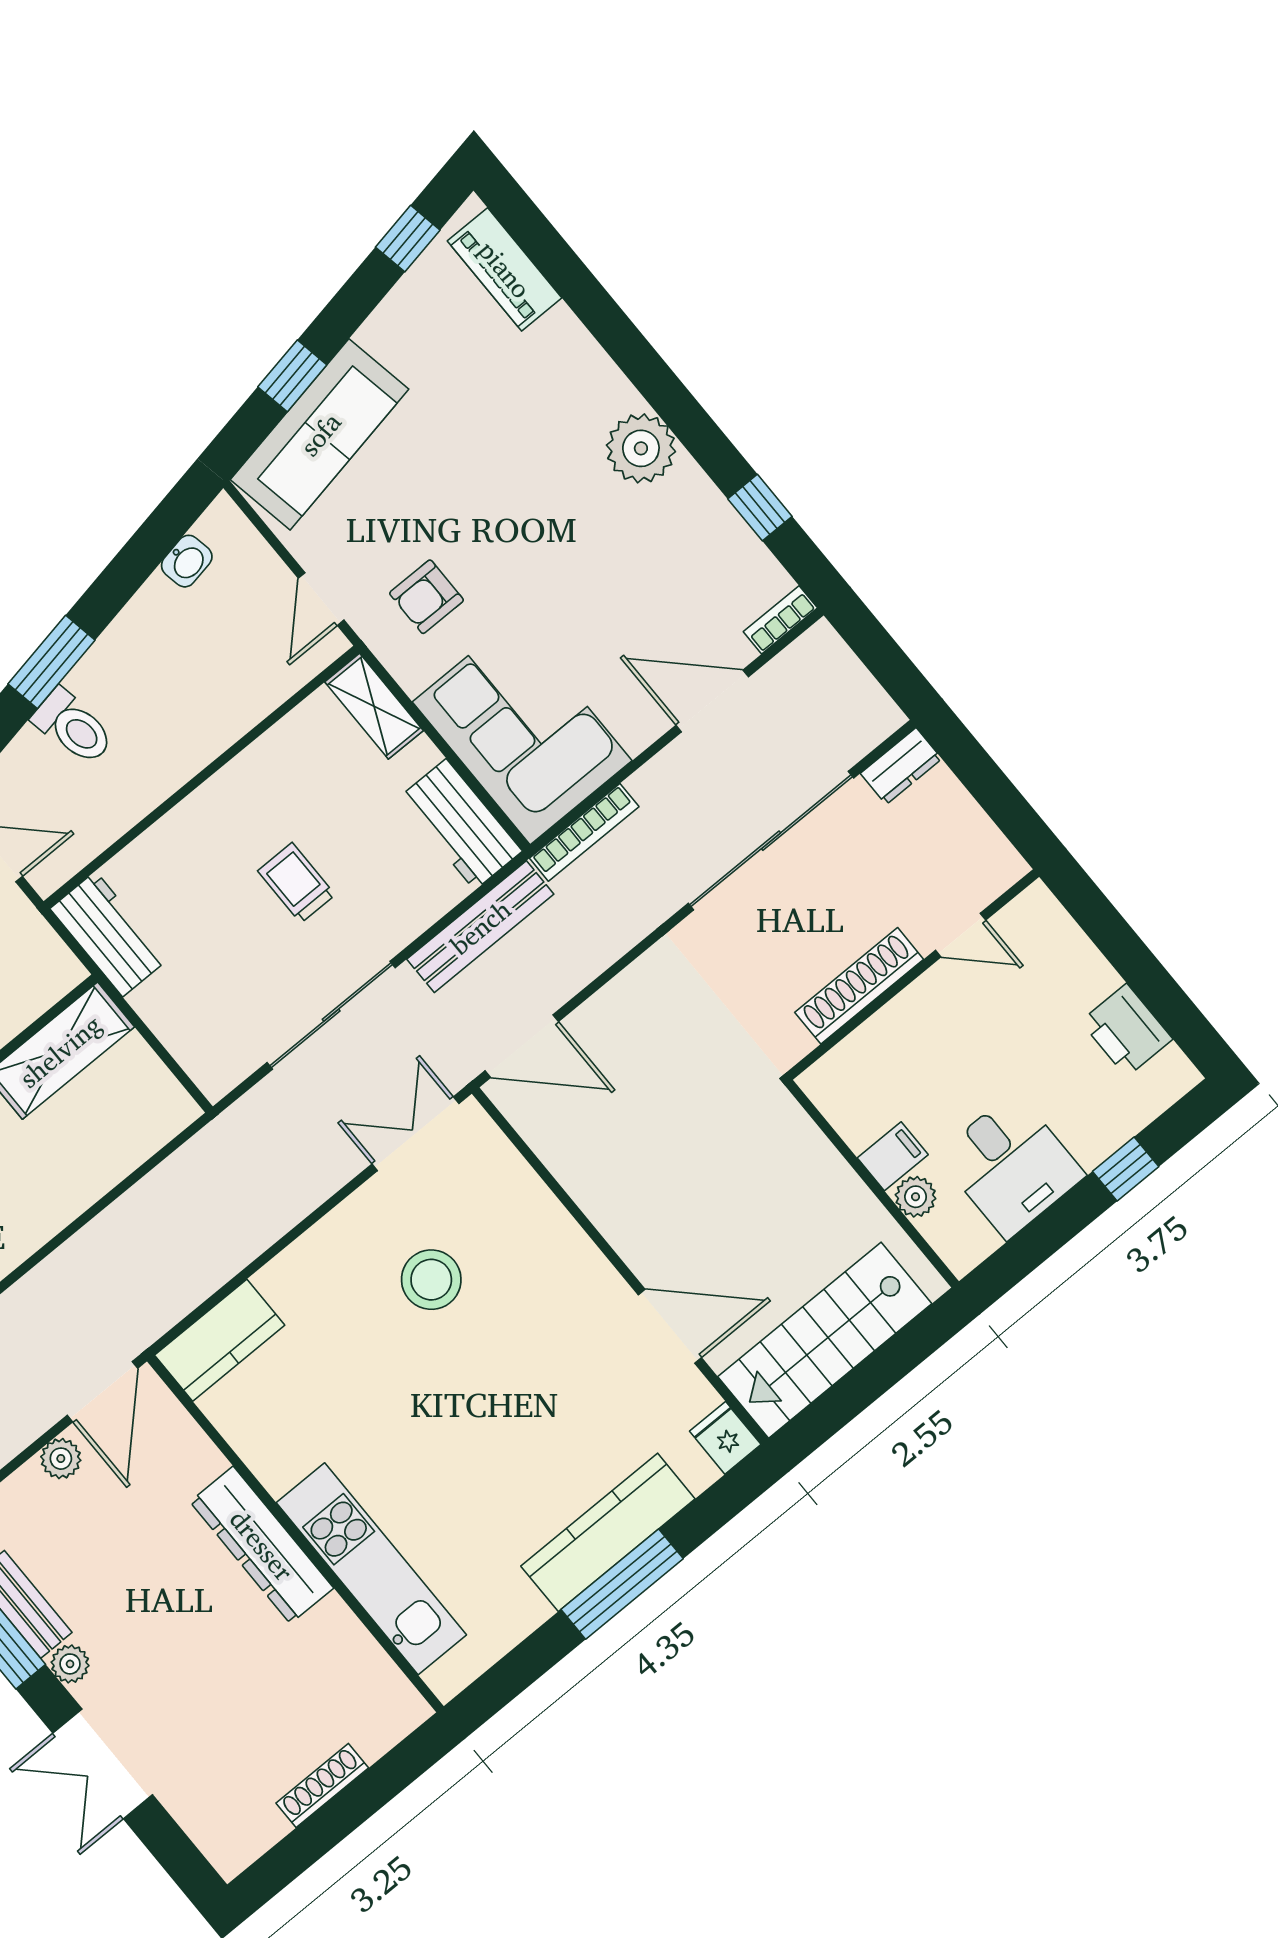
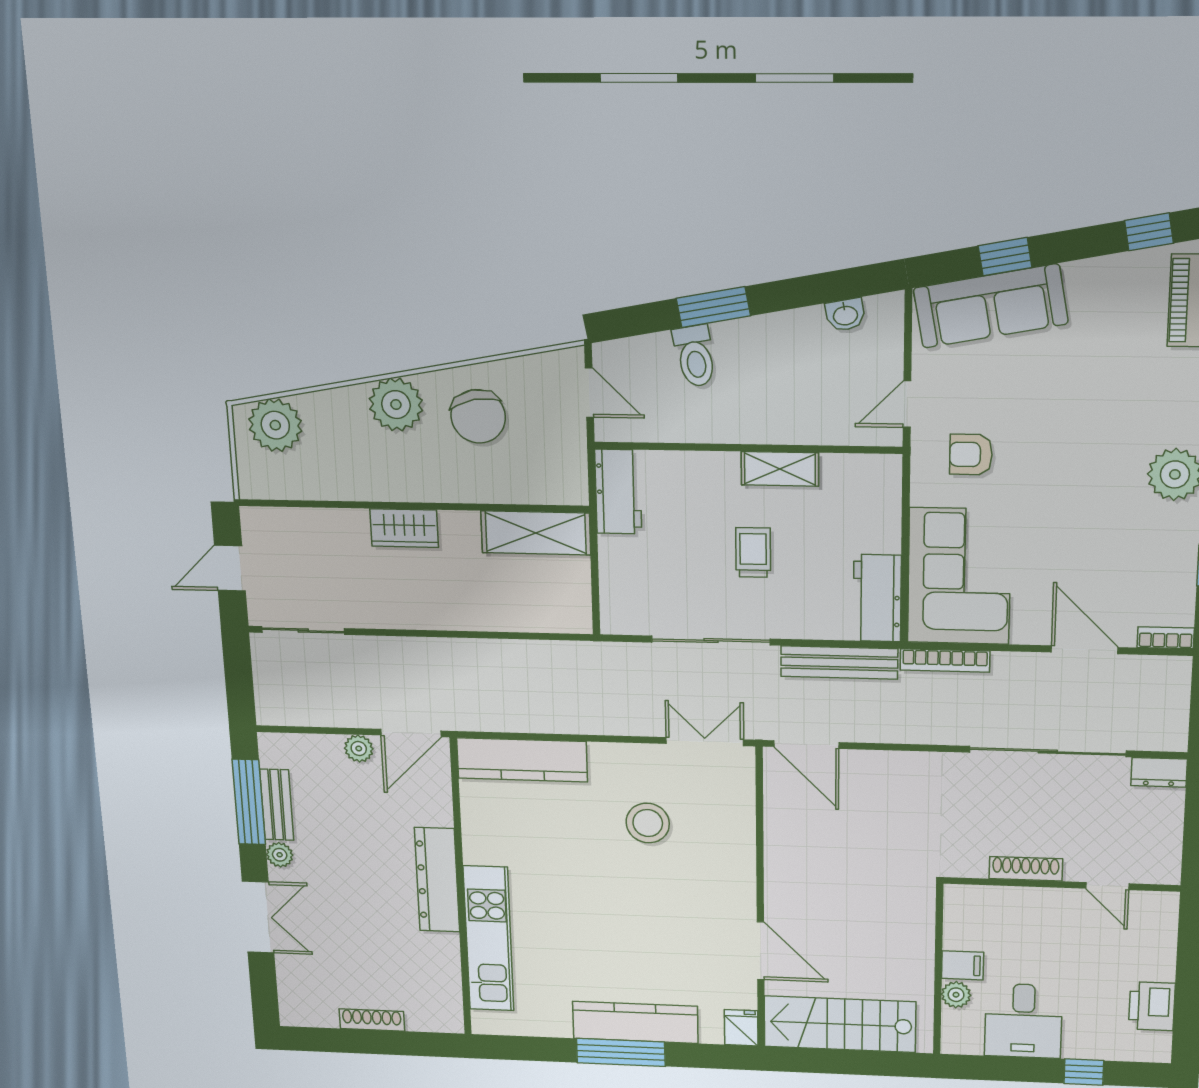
shelving: (374, 706) -> (780, 469), moved, turned 90
shoe rack: (859, 986) -> (1026, 869), width x0.74, depth x0.81
kitchen counter: (220, 1340) -> (522, 760), width x1.50
double door: (103, 1764) -> (258, 917), swing flipped

